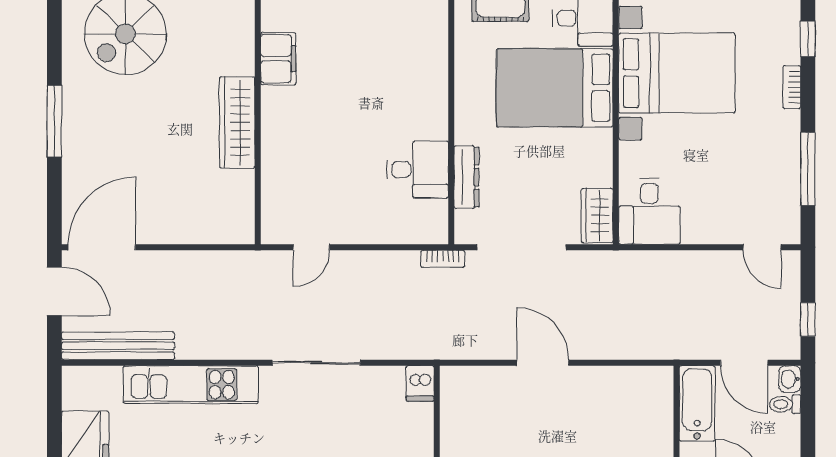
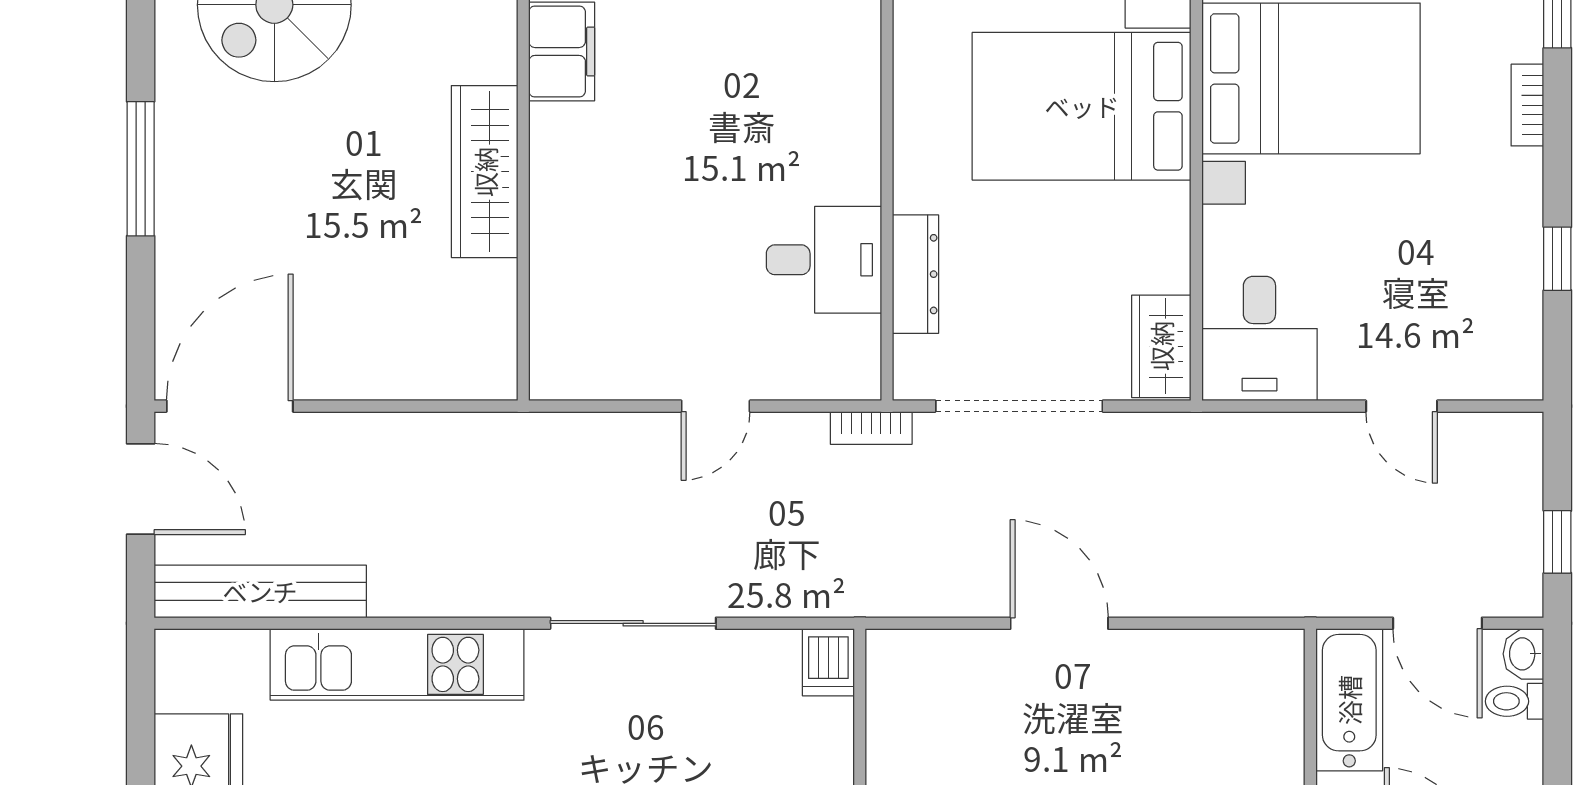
window: (808, 169) -> (1557, 259), width x0.46
door: (311, 247) -> (716, 406), moved
door: (762, 247) -> (1402, 406), moved

